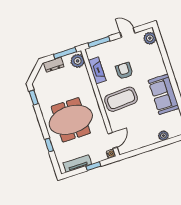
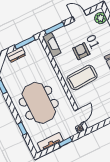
plant: (78, 61) -> (37, 48), removed
fireplace: (97, 70) -> (52, 45), moved
meeting table: (71, 120) -> (39, 103), turned 90

